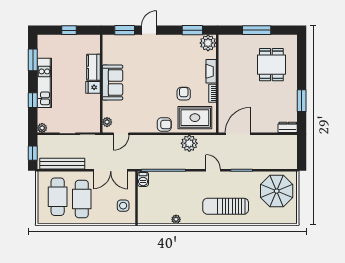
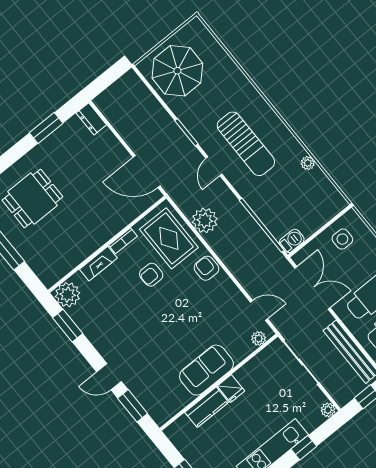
sun lounger: (226, 206) -> (246, 144), moved

